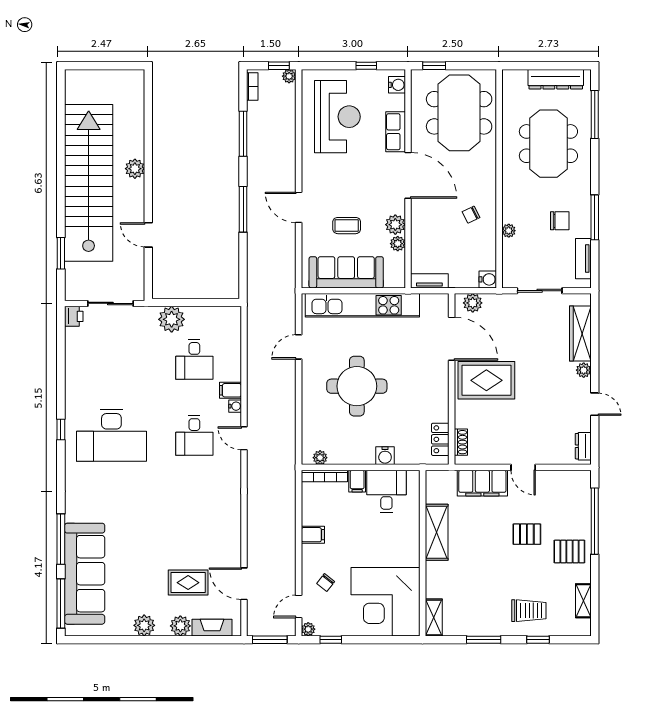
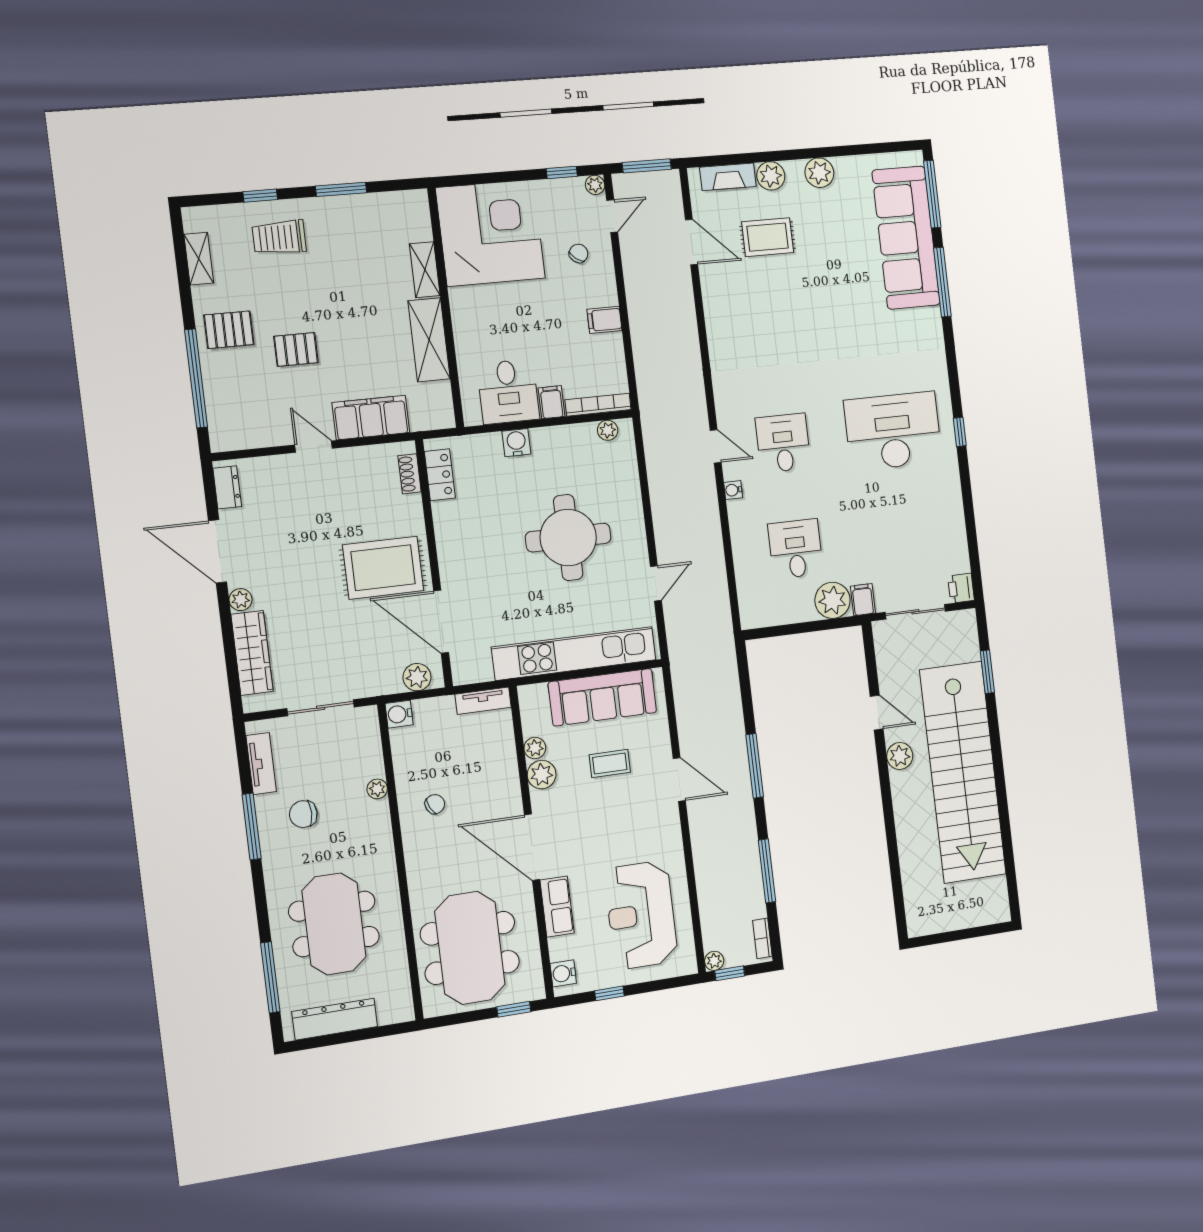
plant: (135, 169) -> (900, 756), moved
filing cabinet: (230, 390) -> (863, 600), moved, turned -90
door: (595, 404) -> (217, 551), width x1.88
shelving: (434, 617) -> (425, 270), moved

